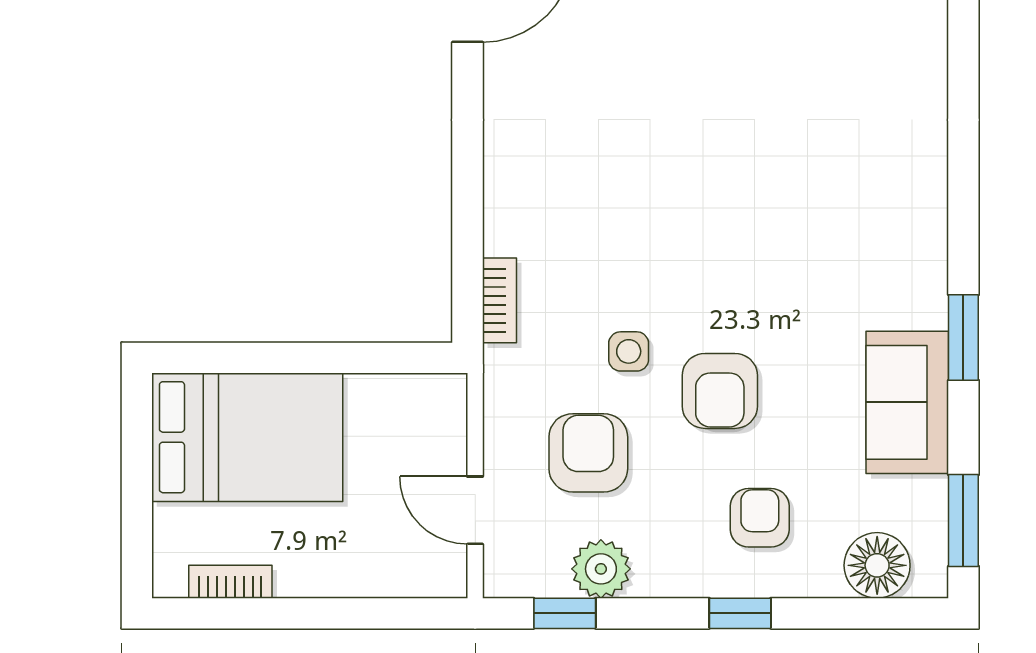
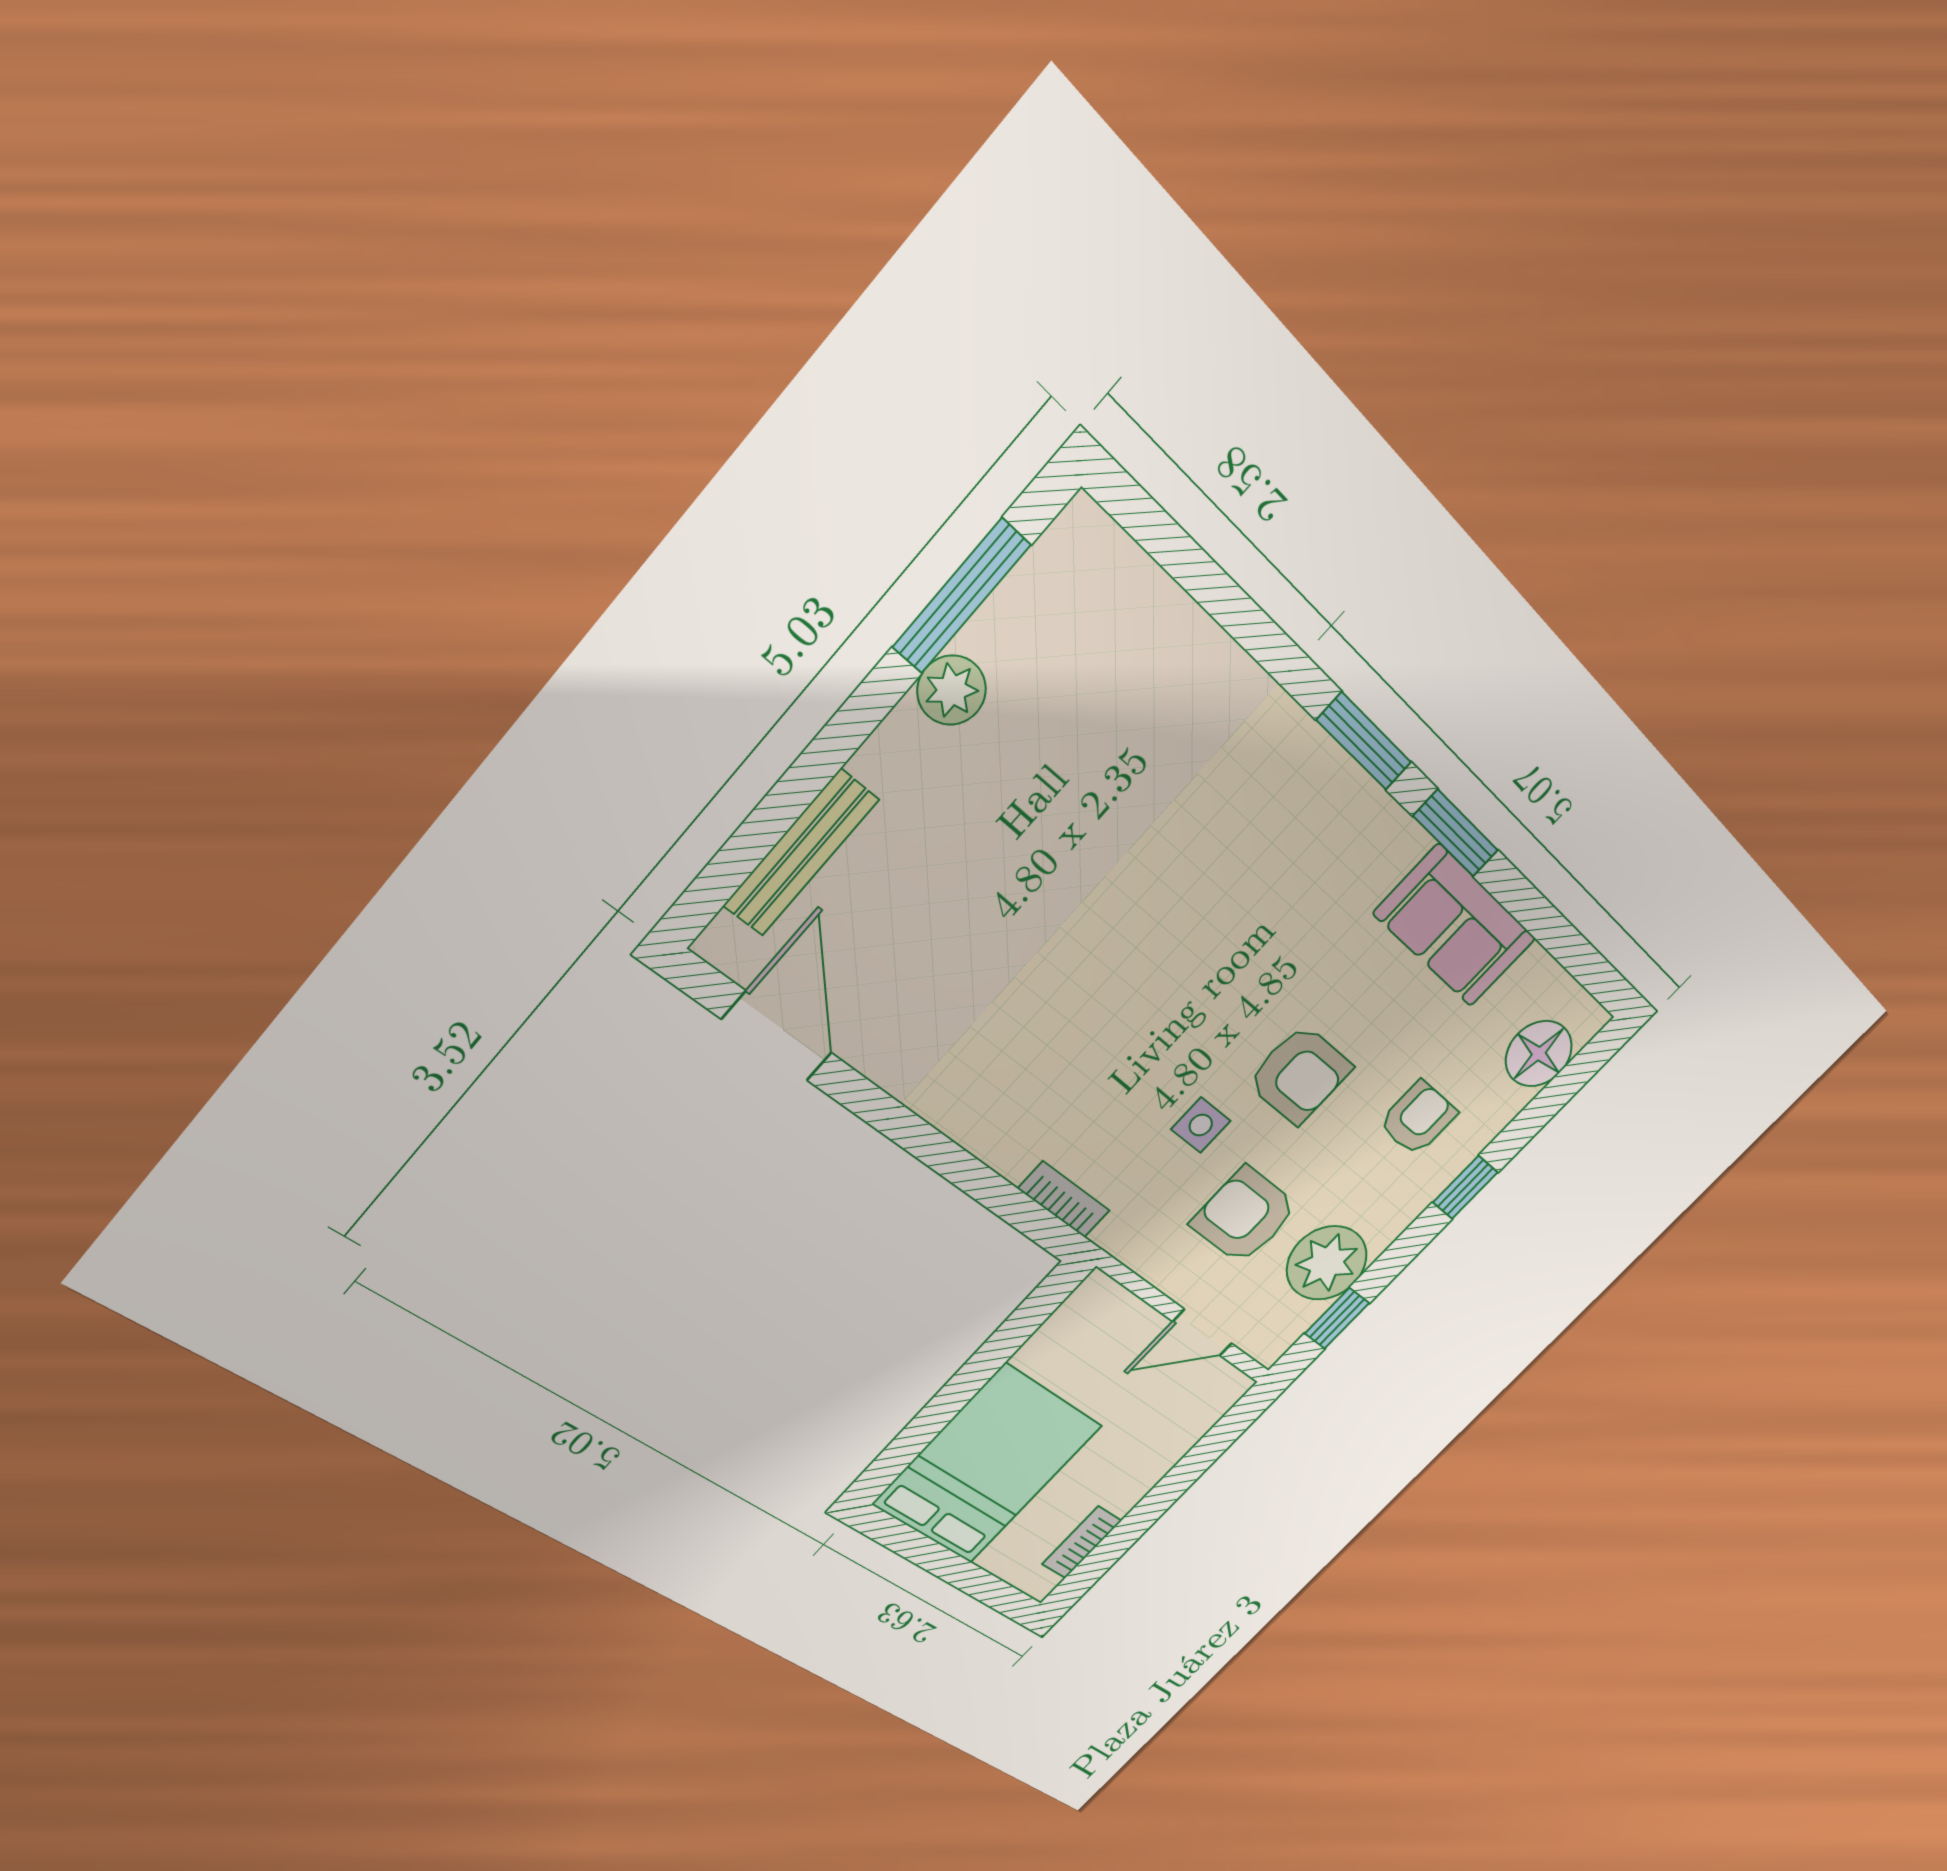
armchair: (760, 518) -> (1418, 1118), turned 90
window: (963, 521) -> (1364, 741), moved
plant: (601, 569) -> (1327, 1263), width x1.36, depth x1.36

